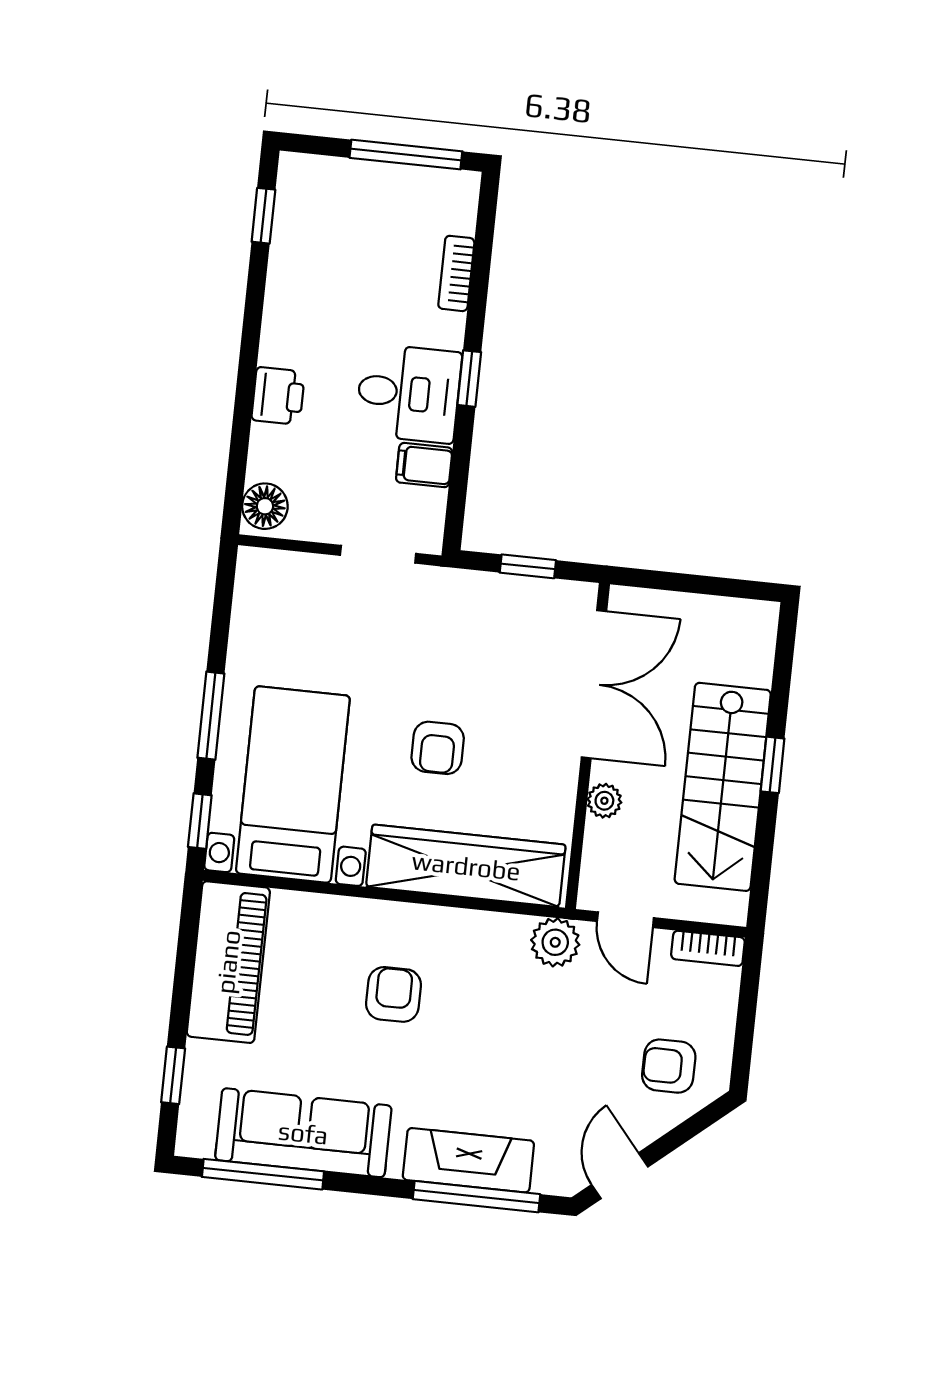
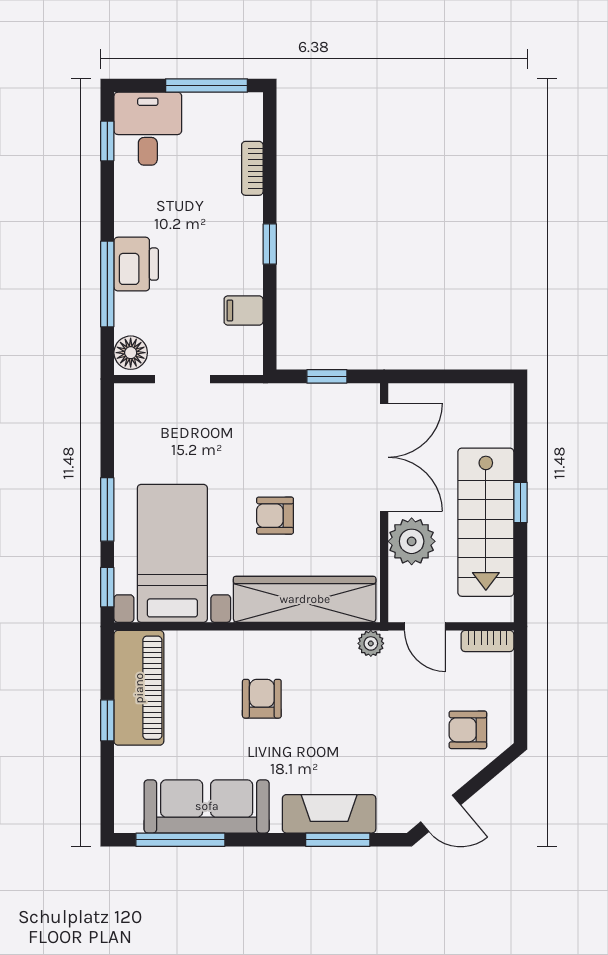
desk: (408, 393) -> (148, 129), moved, turned -90
printer: (278, 396) -> (136, 264), width x1.36, depth x1.24
window: (243, 410) -> (107, 284), added
doorway: (378, 554) -> (182, 379), moved
armchair: (438, 748) -> (275, 516), turned 90
plant: (604, 801) -> (412, 541), width x1.88, depth x1.88
plant: (555, 942) -> (371, 643), width x0.73, depth x0.73
window: (173, 1075) -> (107, 720), moved
door: (620, 1176) -> (441, 813), swing flipped
window: (477, 1197) -> (338, 840), width x0.69

